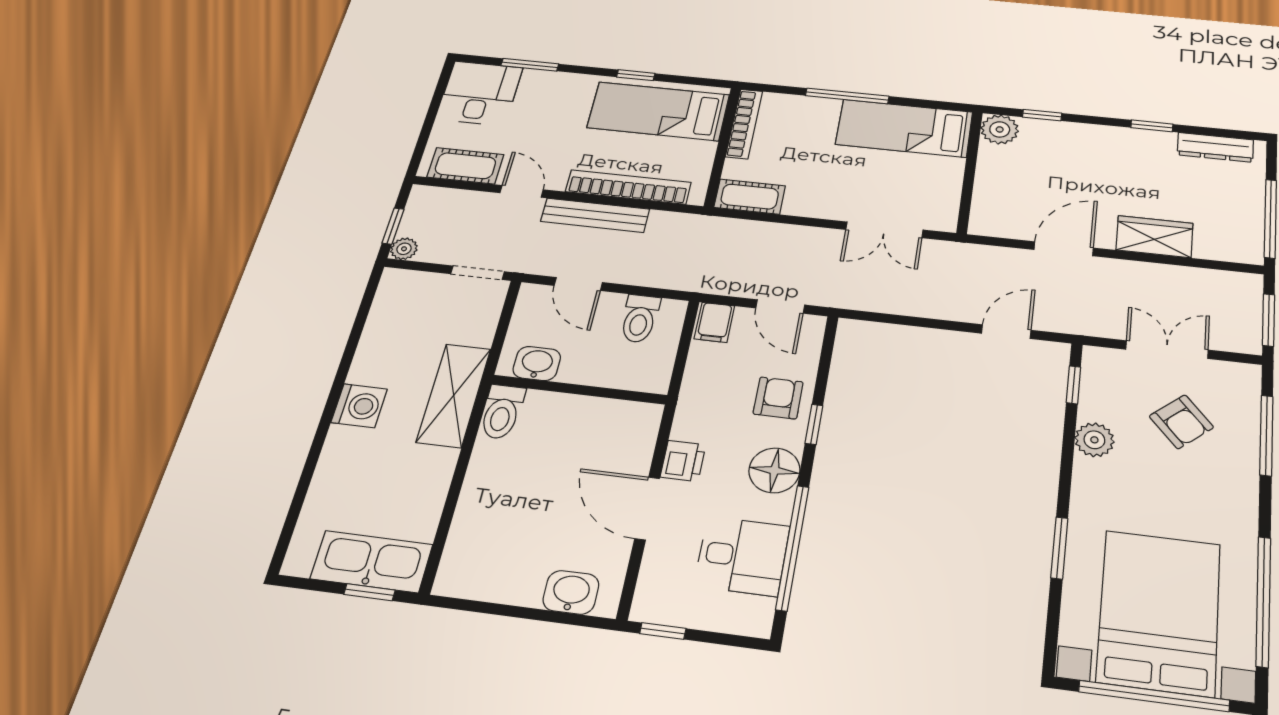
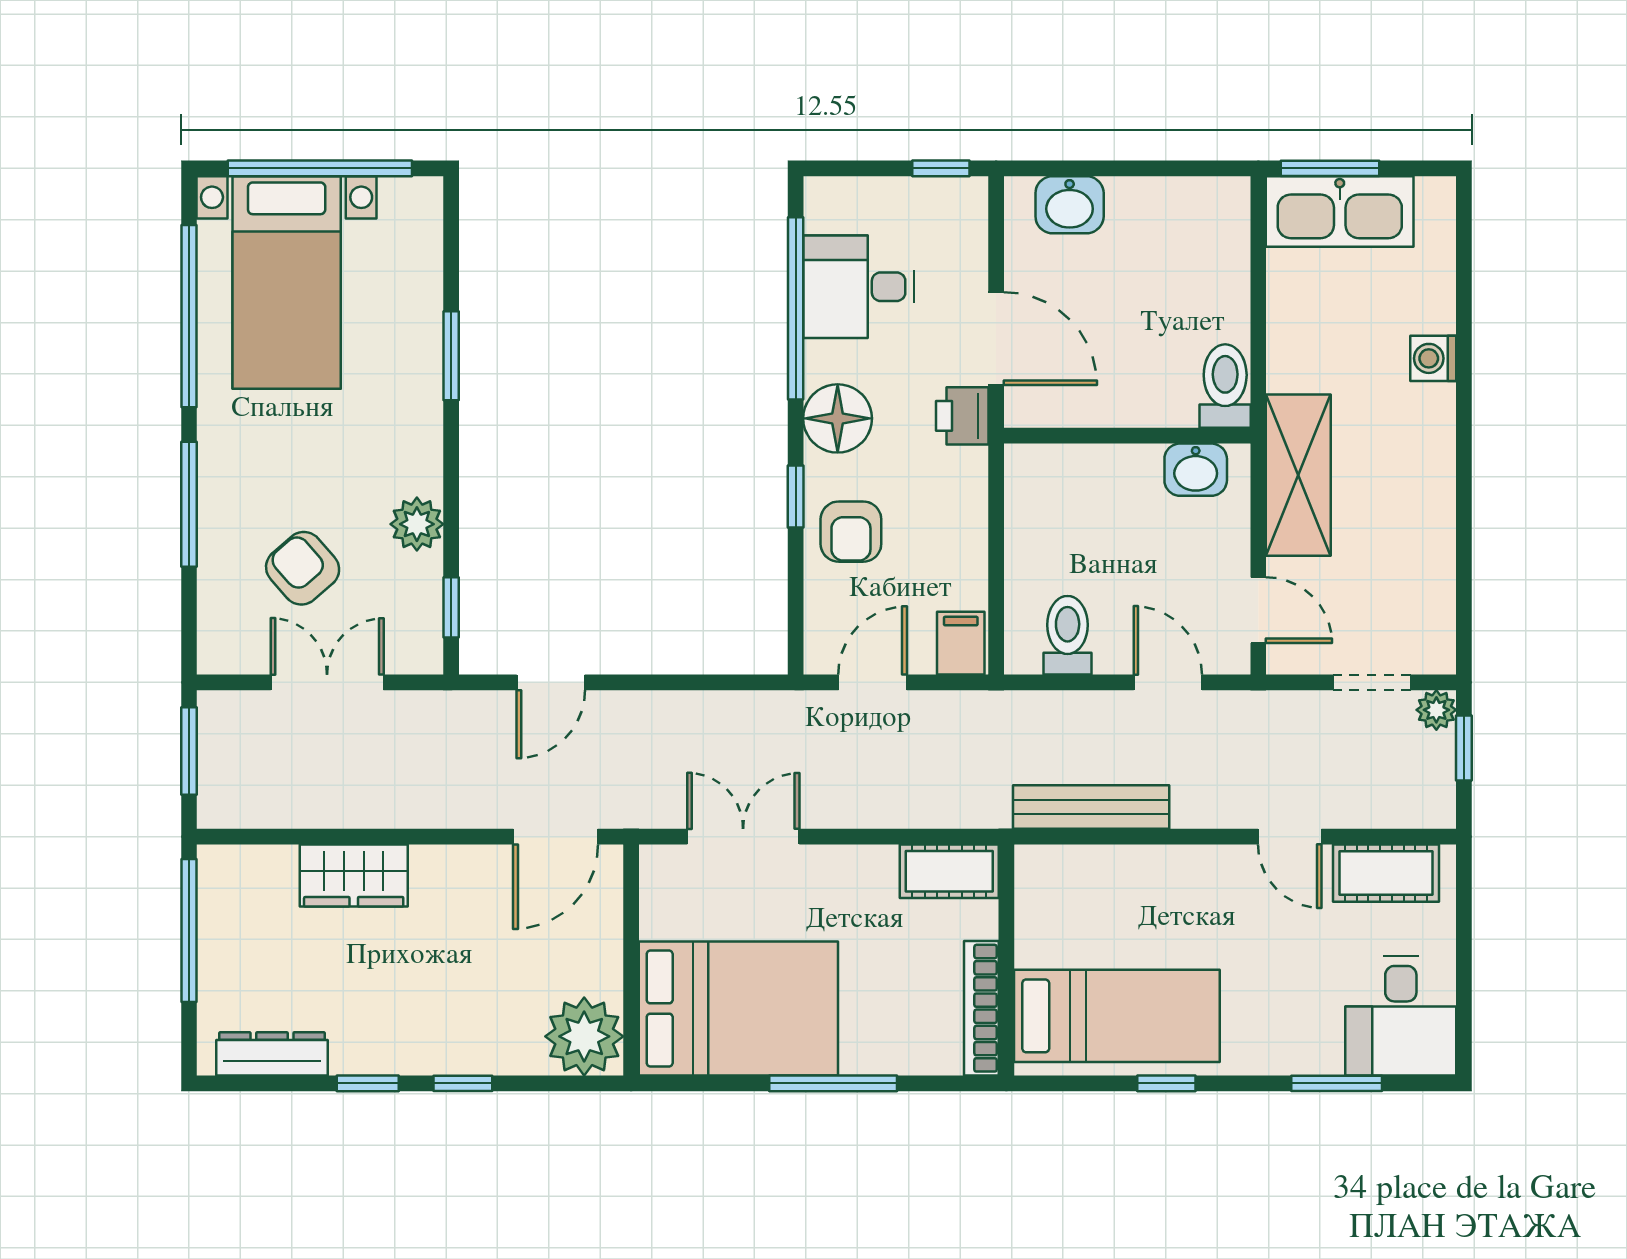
window: (1042, 115) -> (463, 1083), moved
bed: (904, 128) -> (738, 1009), width x1.50
plant: (1000, 129) -> (584, 1036), width x1.36, depth x1.36
bookcase: (628, 187) -> (1133, 865), removed
bench: (595, 215) -> (1091, 807), moved
door: (1064, 249) -> (556, 837), moved
doorway: (478, 273) -> (1372, 682), moved
door: (780, 306) -> (873, 682), hinge flipped
door: (505, 318) -> (1258, 610), added
double door: (1167, 350) -> (327, 682), swing flipped
washbasin: (537, 363) -> (1196, 470), moved
wall: (579, 390) -> (1127, 436), moved
washing machine: (359, 406) -> (1433, 358), moved, width x0.73, depth x0.73
toilet: (502, 412) -> (1225, 386), moved
window: (1266, 435) -> (189, 504), moved
window: (369, 592) -> (1330, 168), width x1.50
bed with nightstands: (1159, 612) -> (287, 282), width x0.73

